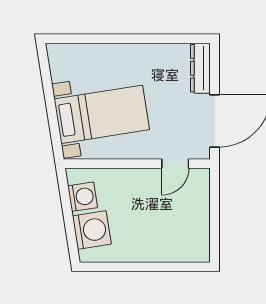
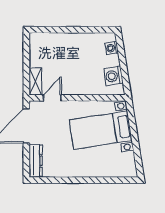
shelving: (201, 189) -> (35, 81), added
washing machine: (92, 230) -> (112, 48), width x0.53, depth x0.53

